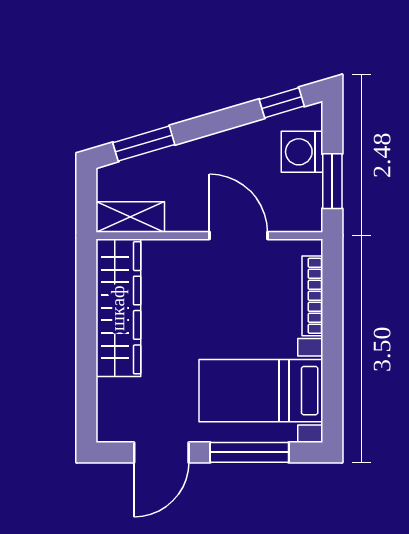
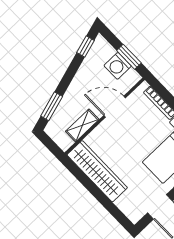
washing machine: (302, 152) -> (118, 66), moved
shelving: (130, 217) -> (82, 125), moved

